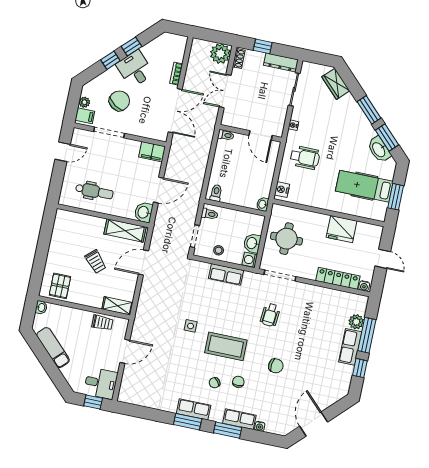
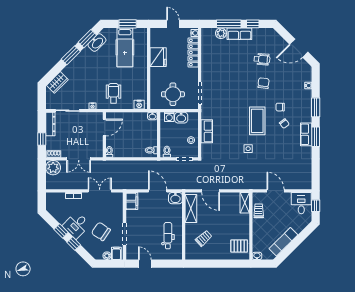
double door: (175, 111) -> (100, 191), width x0.73
door: (383, 259) -> (173, 24), hinge flipped
washing machine: (250, 260) -> (169, 117), moved
trolley: (96, 262) -> (204, 238), moved
wheelchair: (270, 315) -> (262, 59), moved
row of seats: (239, 419) -> (306, 101), removed

